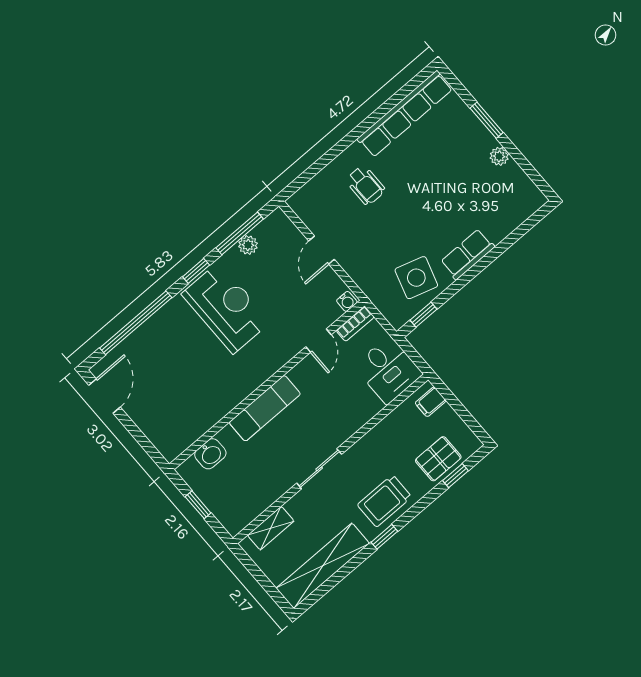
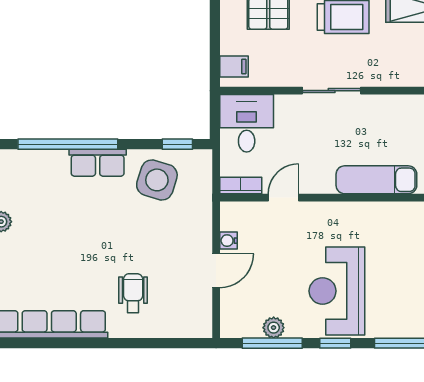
window: (499, 250) -> (68, 144), added
water cooler: (347, 301) -> (228, 241), moved, turned -90
sliding door: (319, 469) -> (332, 91), moved

